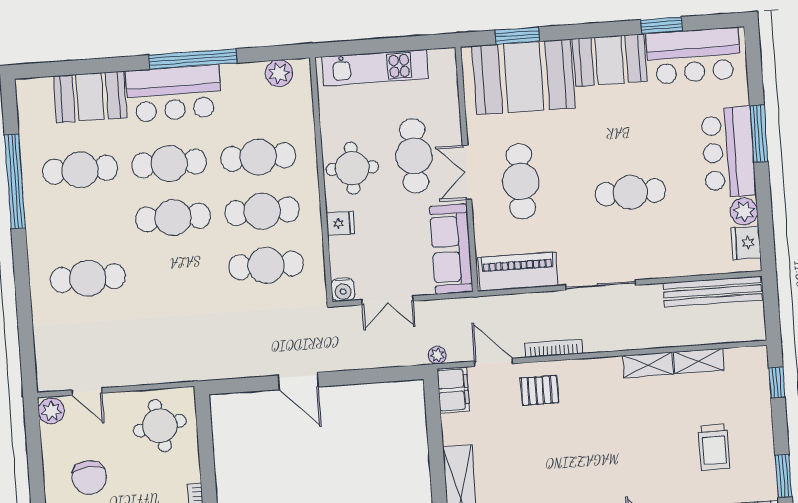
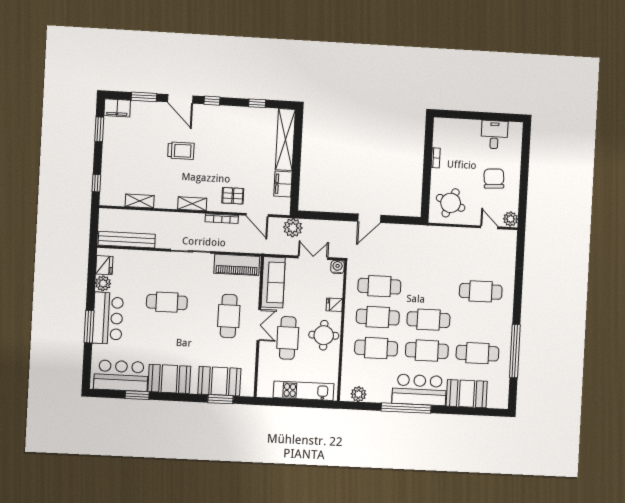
booth: (524, 77) -> (219, 381), width x0.73, depth x0.70
plant: (437, 355) -> (293, 228), width x1.87, depth x1.87
shelving: (648, 365) -> (192, 204), moved
door: (298, 381) -> (369, 218), swing flipped
filing cabinet: (453, 390) -> (283, 184), moved
round table: (160, 426) -> (451, 203), turned 32
trolley: (714, 447) -> (181, 151), moved, turned 90

